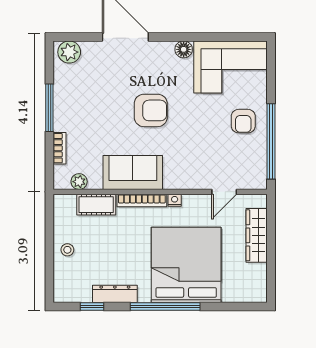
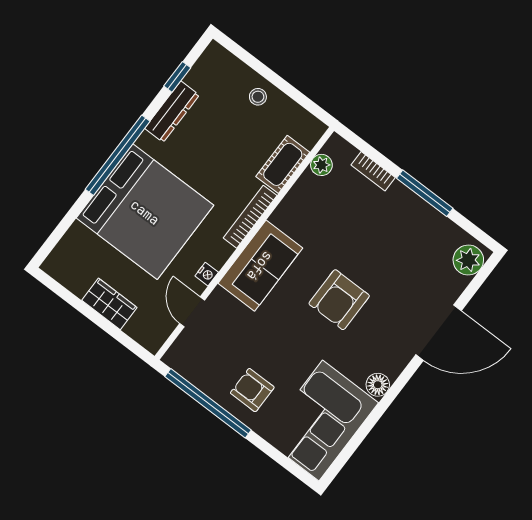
sofa: (133, 172) -> (260, 266), moved
nightstand: (175, 200) -> (207, 274), moved
wardrobe: (257, 235) -> (109, 304), width x0.67

